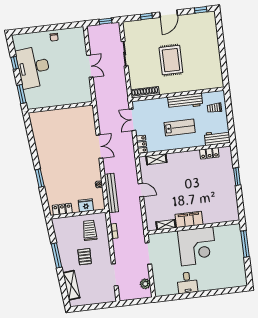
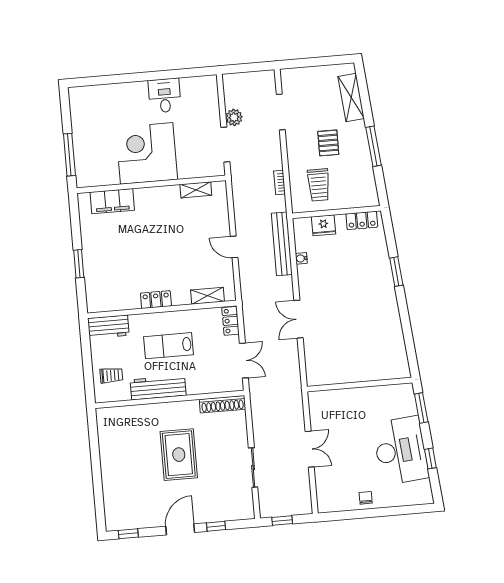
double door: (90, 66) -> (310, 449), swing flipped
locker: (209, 153) -> (156, 300), moved
filing cabinet: (189, 219) -> (112, 201), moved
plant: (145, 284) -> (234, 117), moved

